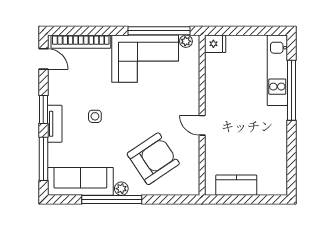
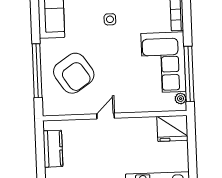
fridge: (215, 44) -> (172, 128), width x1.88, depth x1.34
plant: (121, 189) -> (46, 46), removed
window: (112, 199) -> (37, 71), moved

